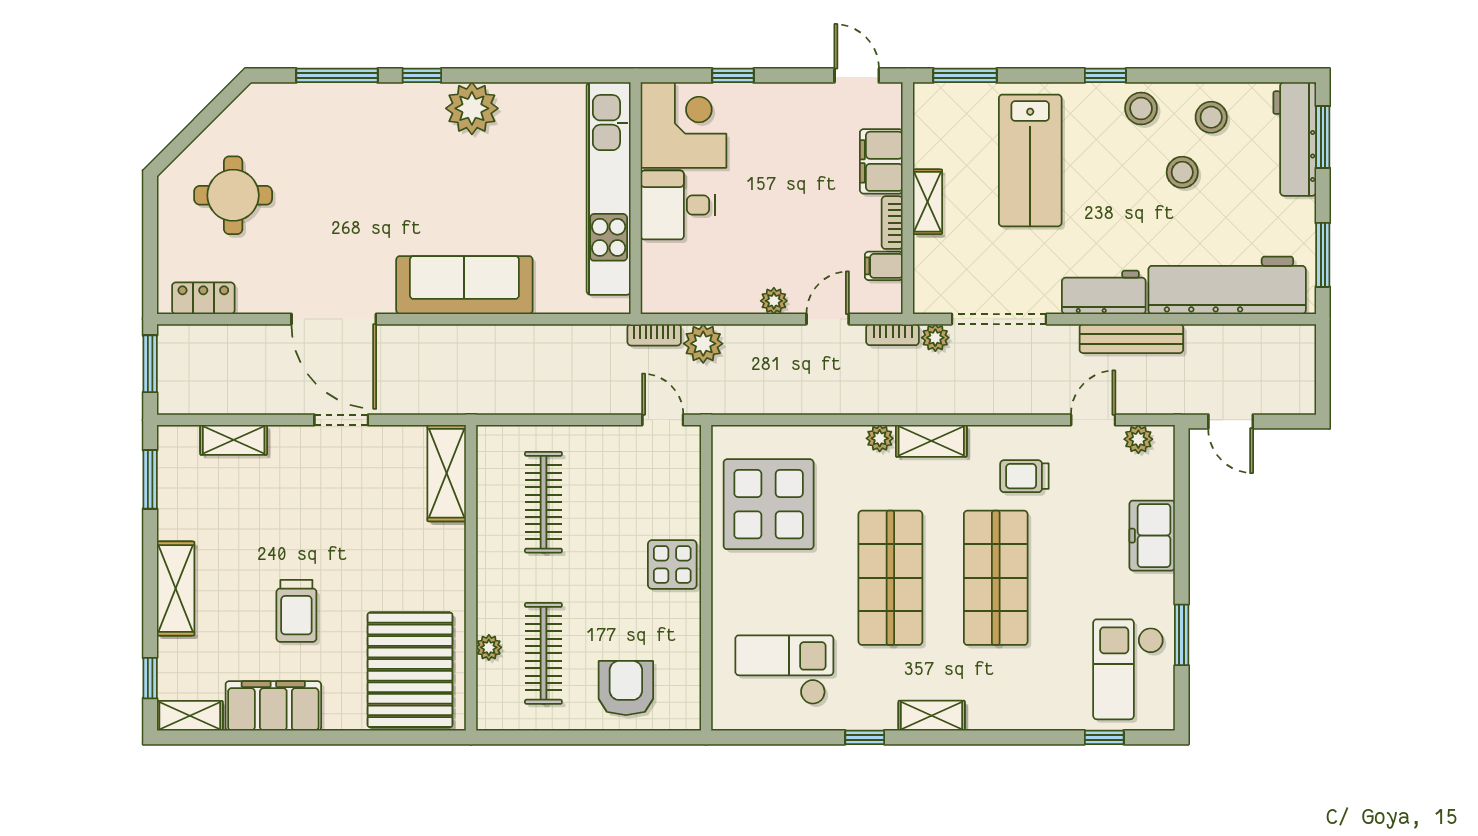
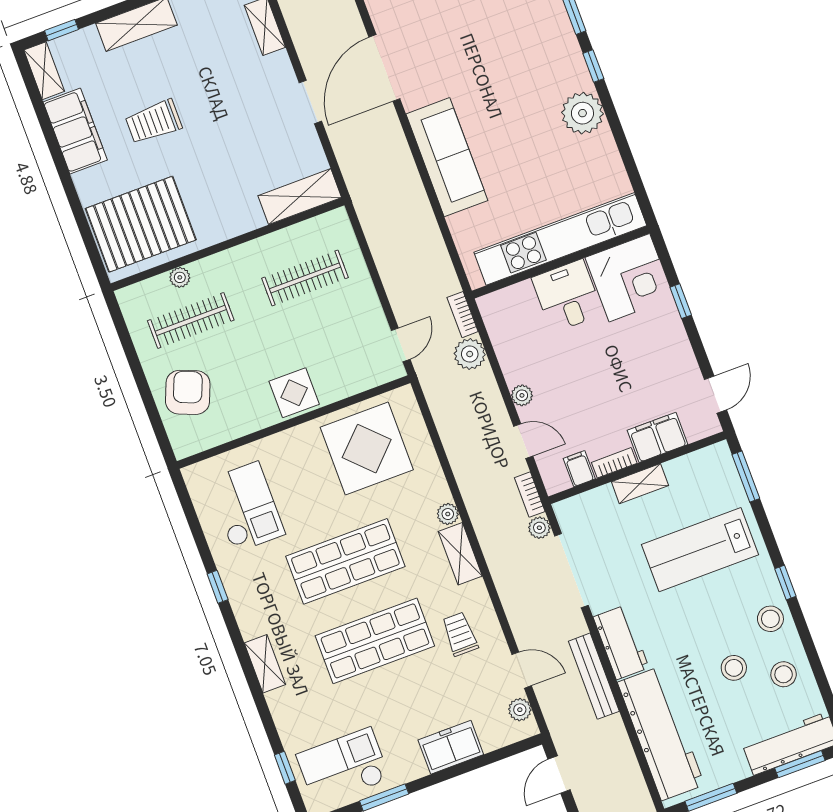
armchair: (626, 688) -> (188, 392), turned -68
shelving: (932, 716) -> (265, 664), moved

